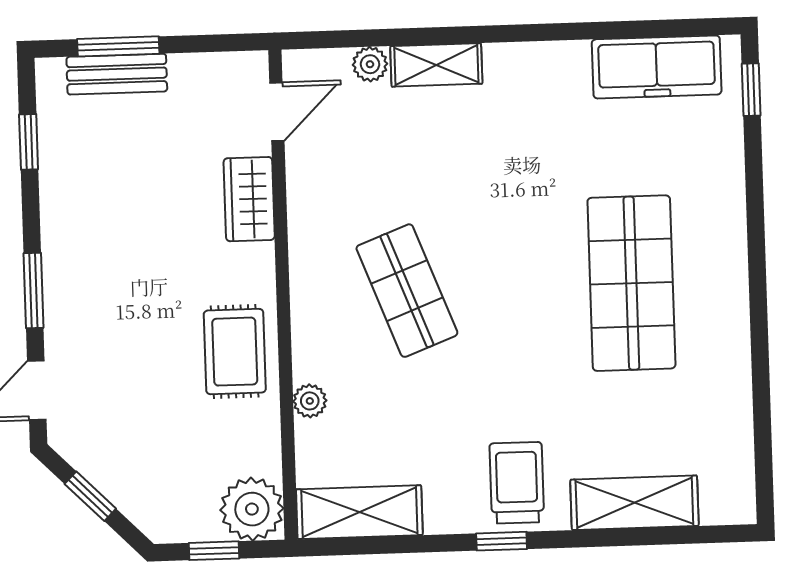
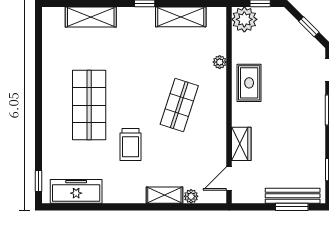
bench: (117, 74) -> (293, 196), width x1.36
shop shelf: (407, 291) -> (179, 105), turned 39
trolley: (517, 483) -> (130, 144), moved
shelving: (359, 512) -> (181, 17), moved

